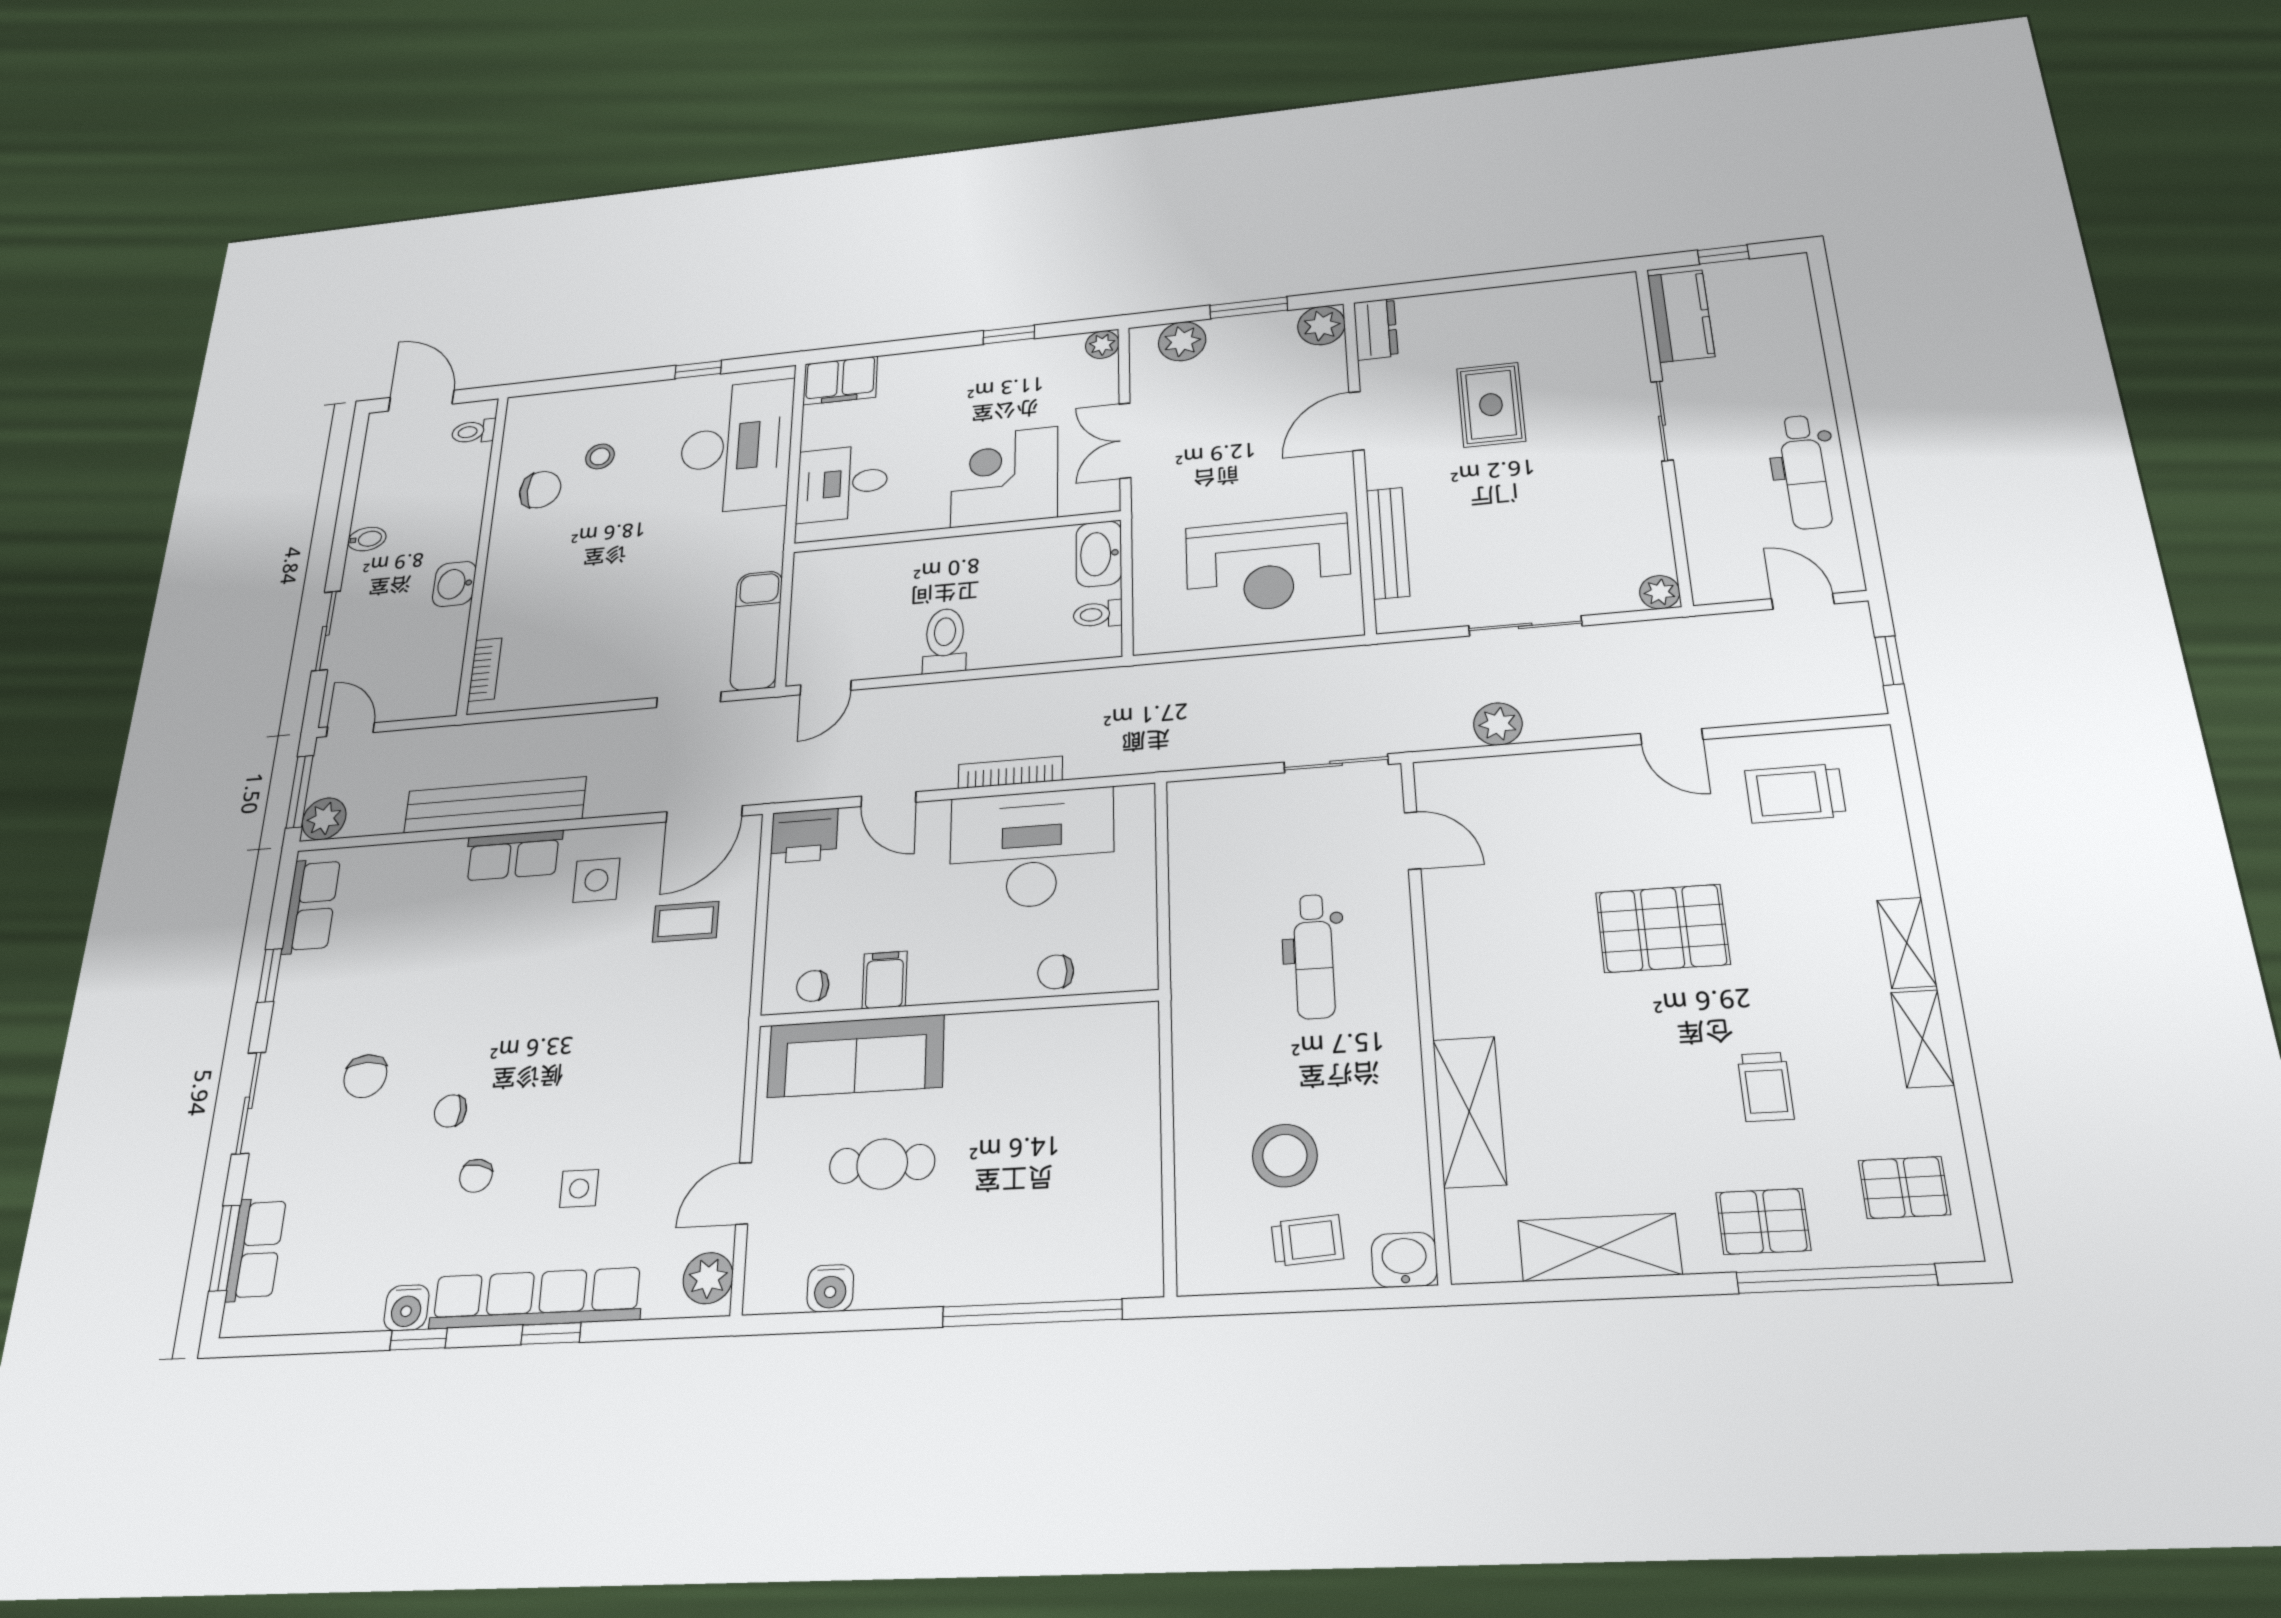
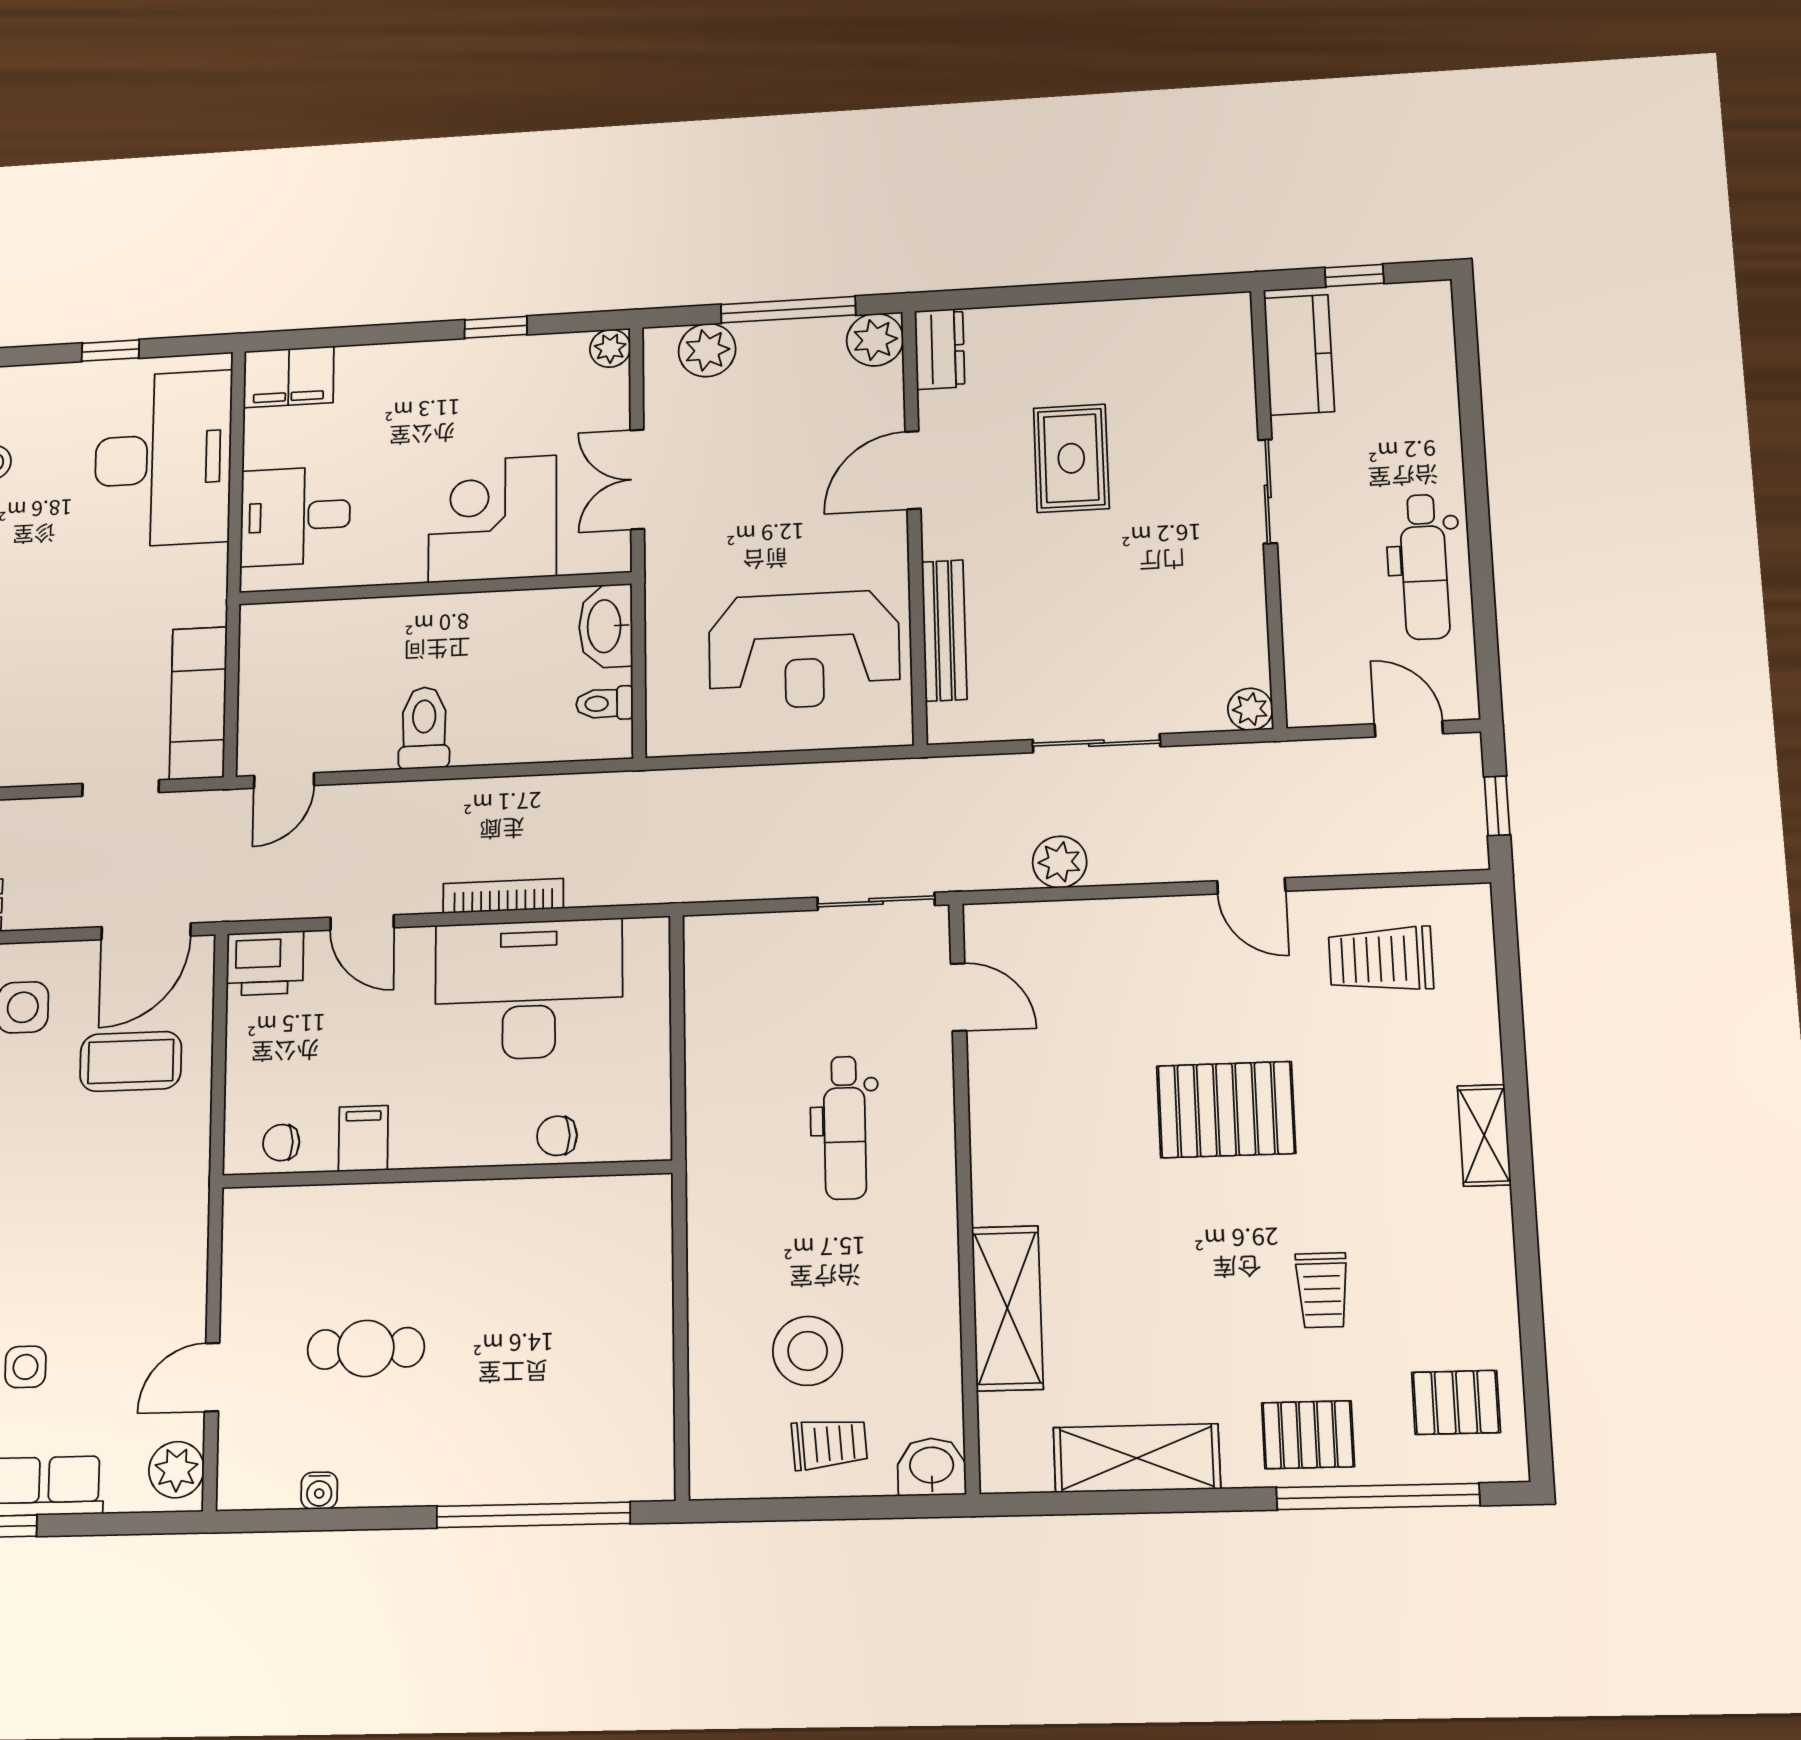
window: (1249, 308) -> (788, 310), width x1.44
coffee table: (686, 922) -> (131, 1061), width x1.36, depth x1.30
shelving: (1922, 1039) -> (1490, 1242), removed
sofa: (856, 1056) -> (333, 1225), removed
water cooler: (830, 1288) -> (319, 1491), width x0.72, depth x0.72

